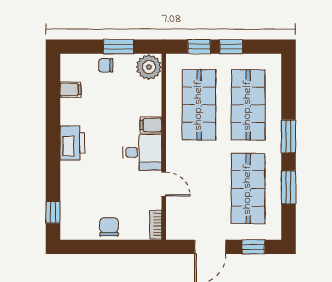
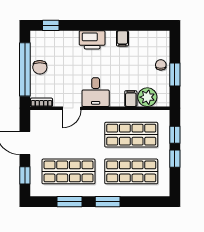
plant: (149, 67) -> (147, 97), moved
filing cabinet: (70, 90) -> (122, 38), moved
filing cabinet: (151, 125) -> (131, 99), moved
printer: (72, 143) -> (92, 40), moved
chair: (109, 227) -> (40, 67), turned 90
window: (112, 247) -> (25, 69), added

